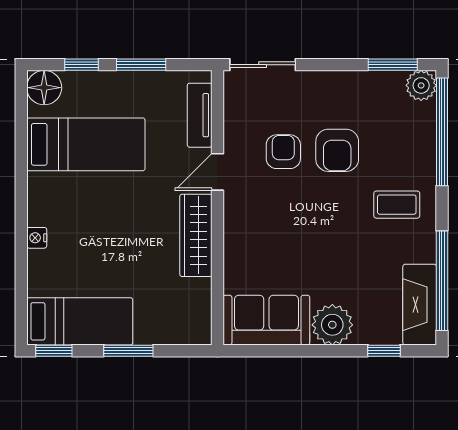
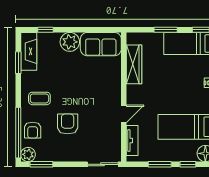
armchair: (283, 152) -> (33, 130), moved
wardrobe: (196, 235) -> (134, 64), moved
window: (442, 281) -> (18, 63), width x0.47

